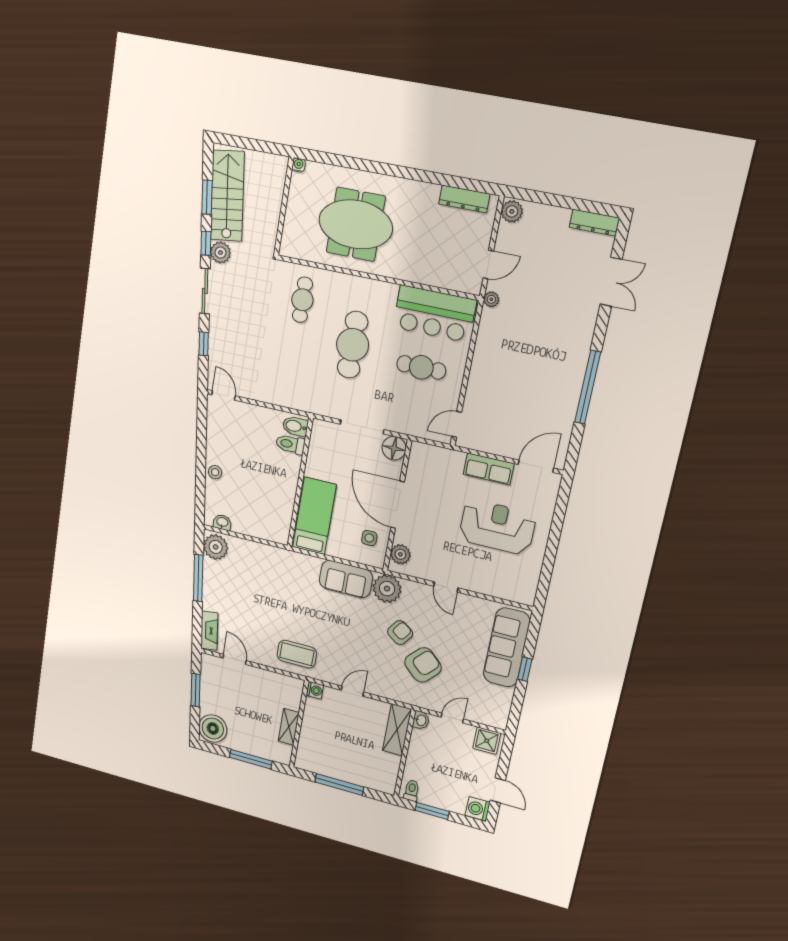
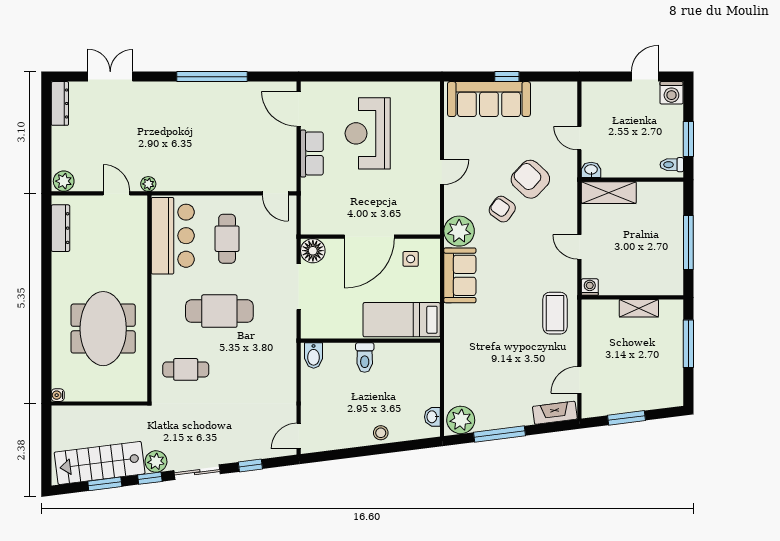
toilet: (290, 444) -> (365, 358), moved
plant: (400, 554) -> (420, 224), removed
boiler: (213, 728) -> (665, 392), removed
shower: (487, 741) -> (594, 99), removed

